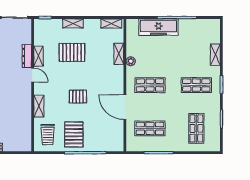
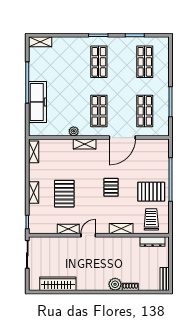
shelving: (119, 54) -> (85, 144), moved
shelving: (215, 55) -> (40, 42), moved
dresser: (27, 56) -> (153, 241), moved
shop shelf: (196, 128) -> (145, 62), turned 90
trolley: (48, 135) -> (151, 219), turned -90

